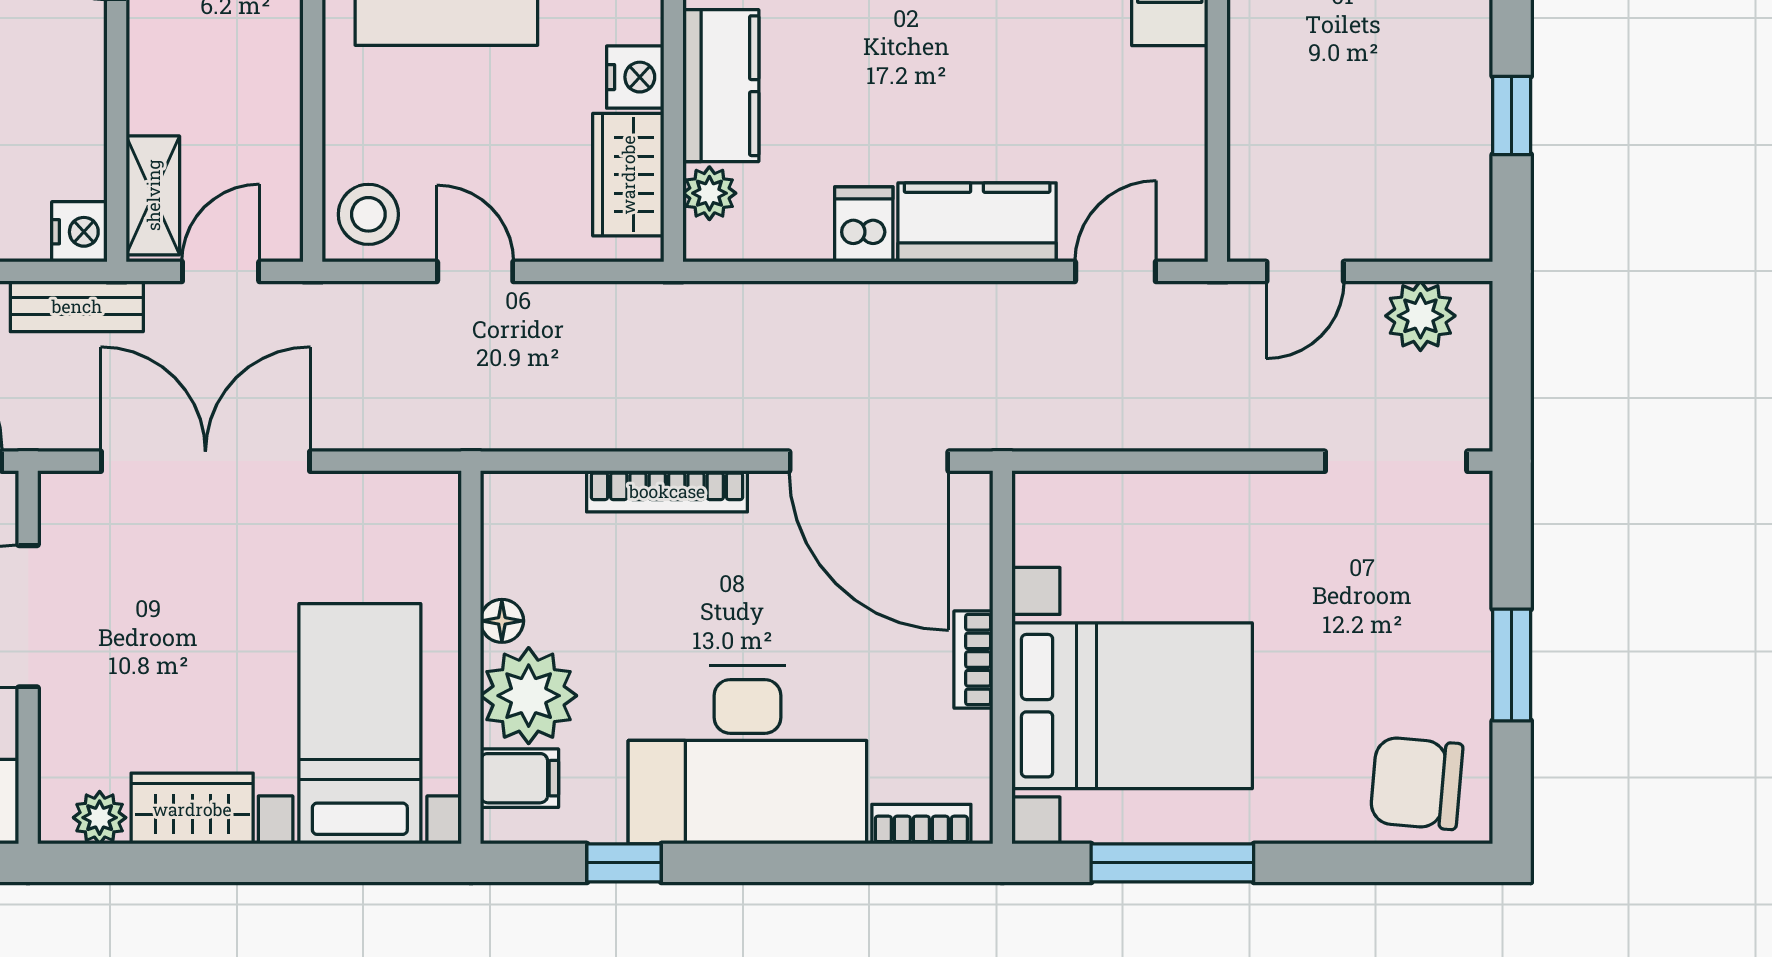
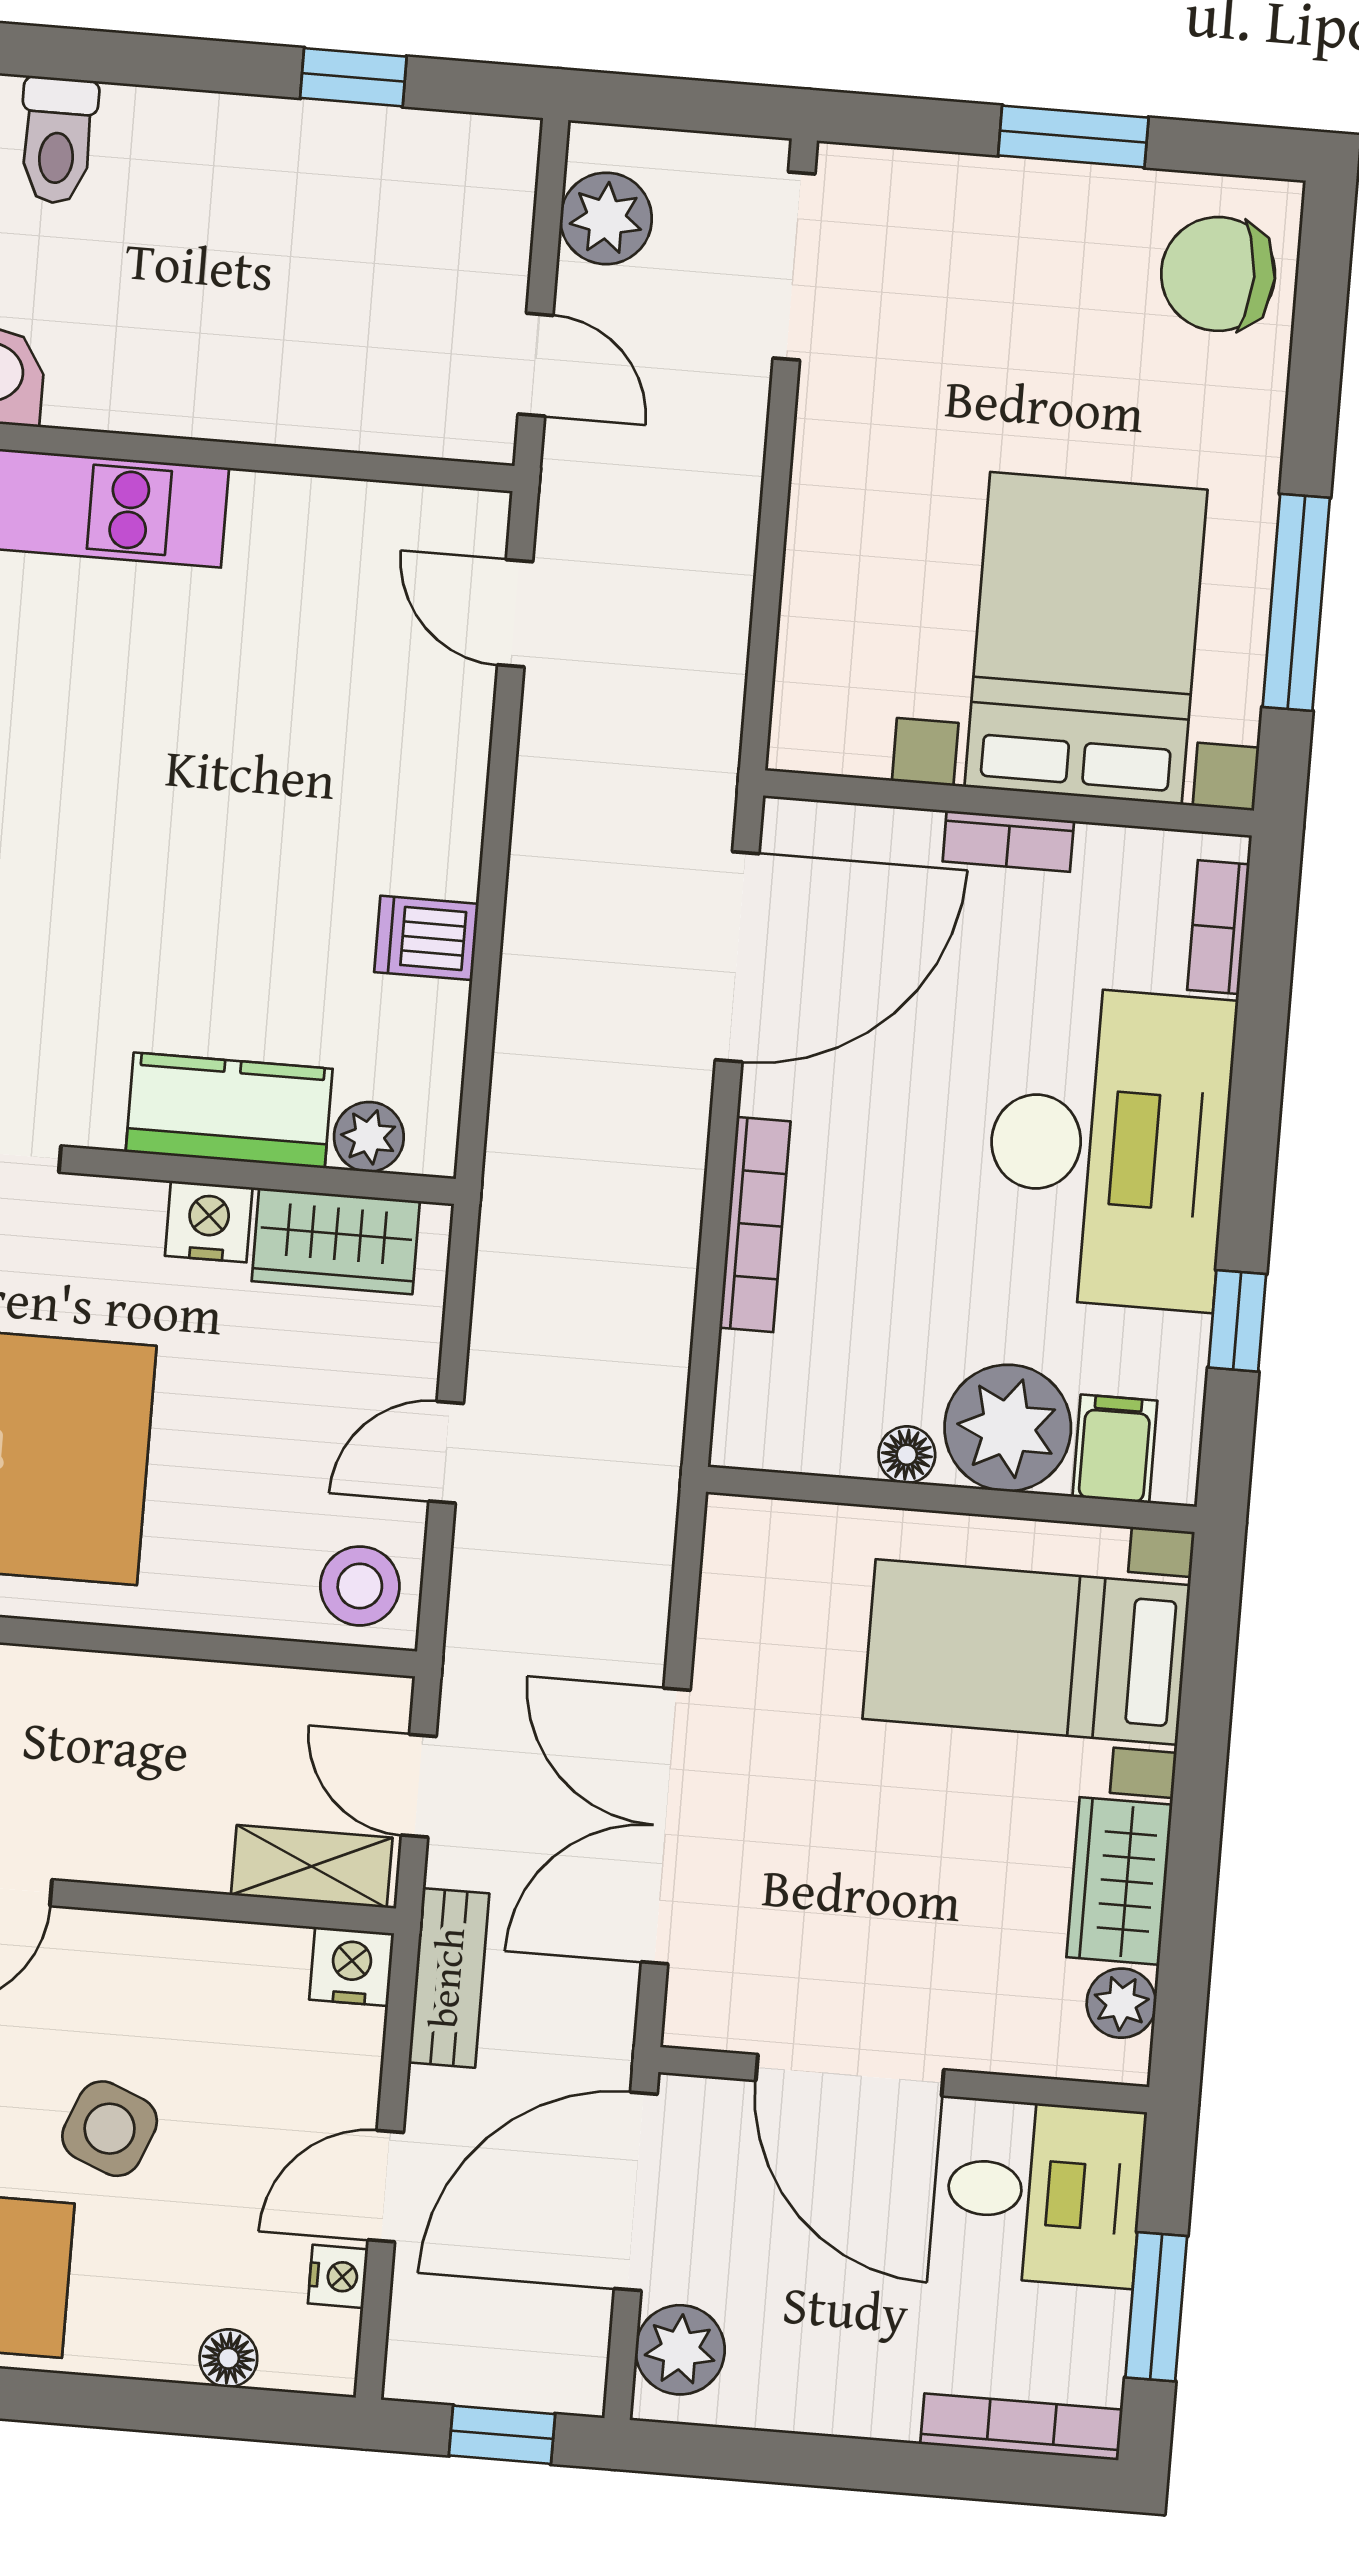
kitchen counter: (977, 222) -> (436, 789), removed
chair: (1416, 783) -> (1218, 274), turned 85

